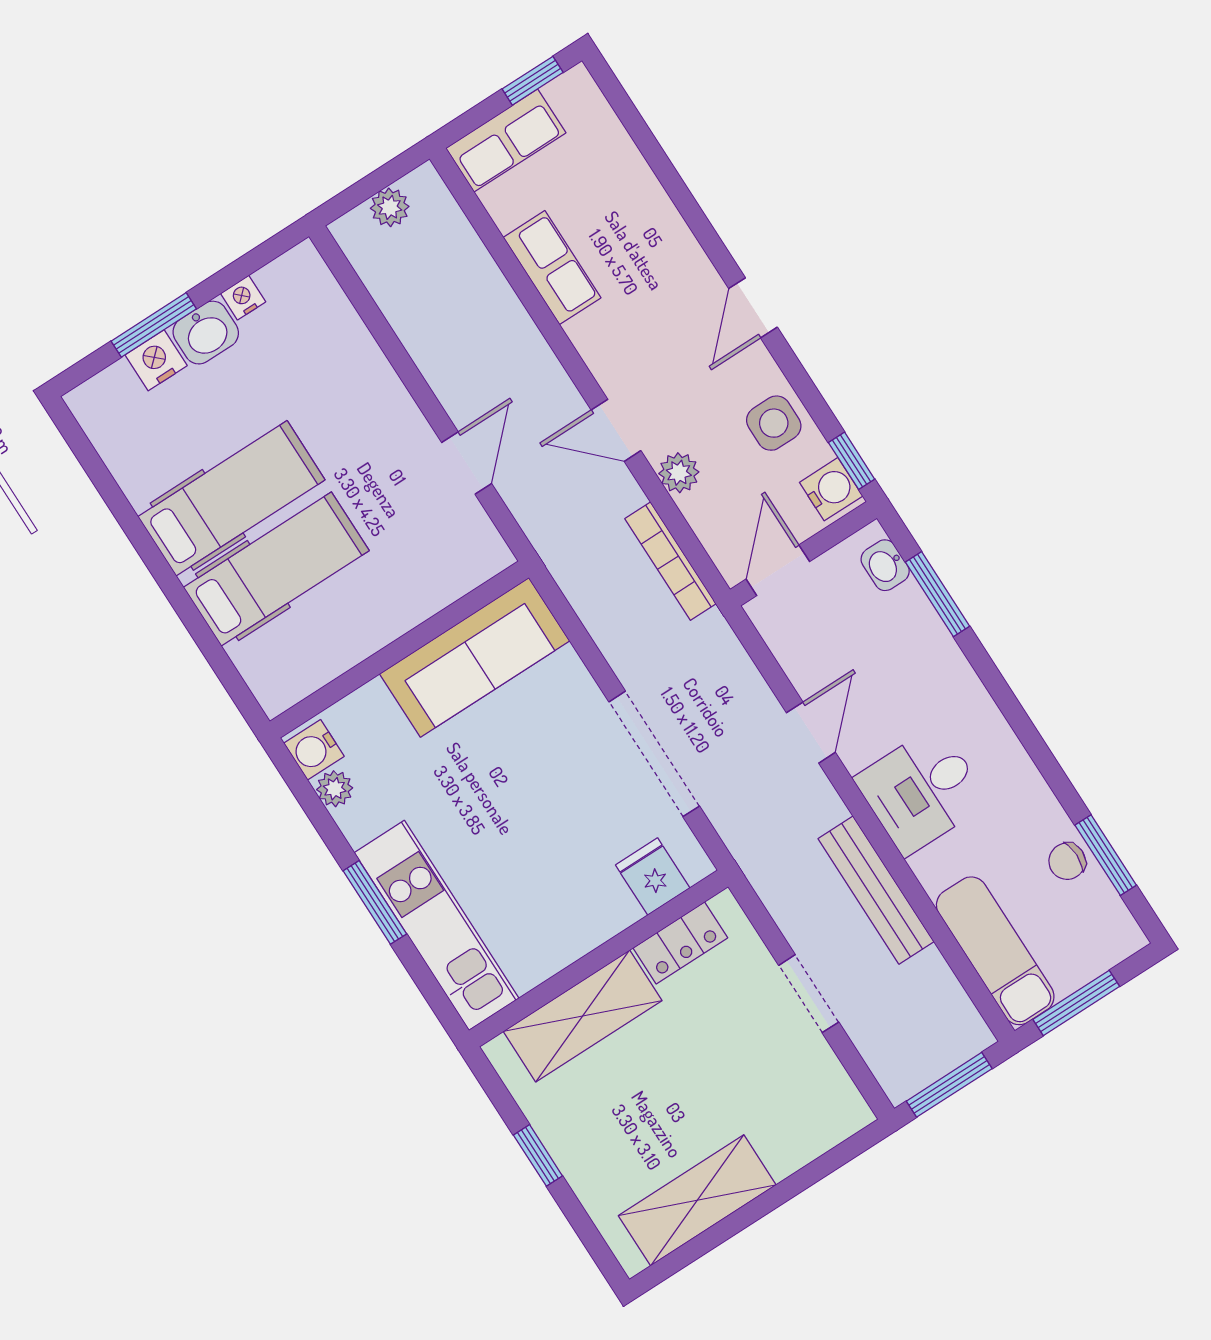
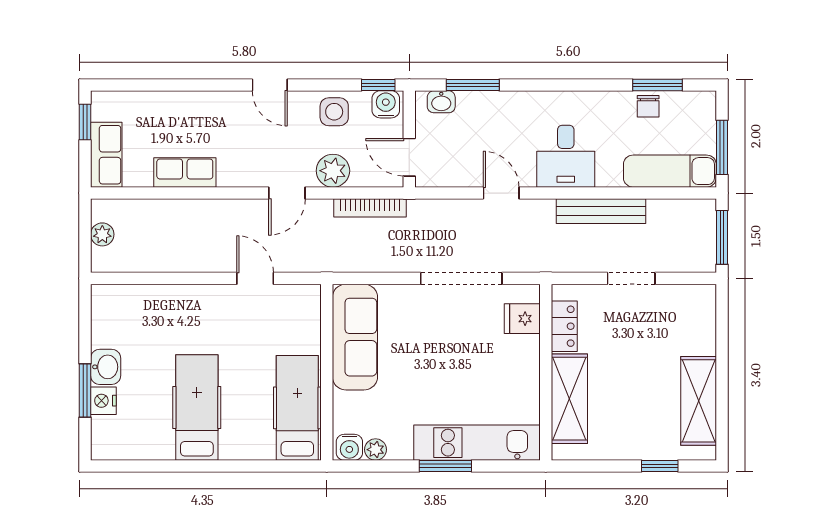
nightstand: (243, 298) -> (100, 337), removed
plant: (679, 473) -> (333, 171), width x1.38, depth x1.38
hospital bed: (276, 569) -> (297, 408), moved
window: (538, 1155) -> (660, 466), moved

